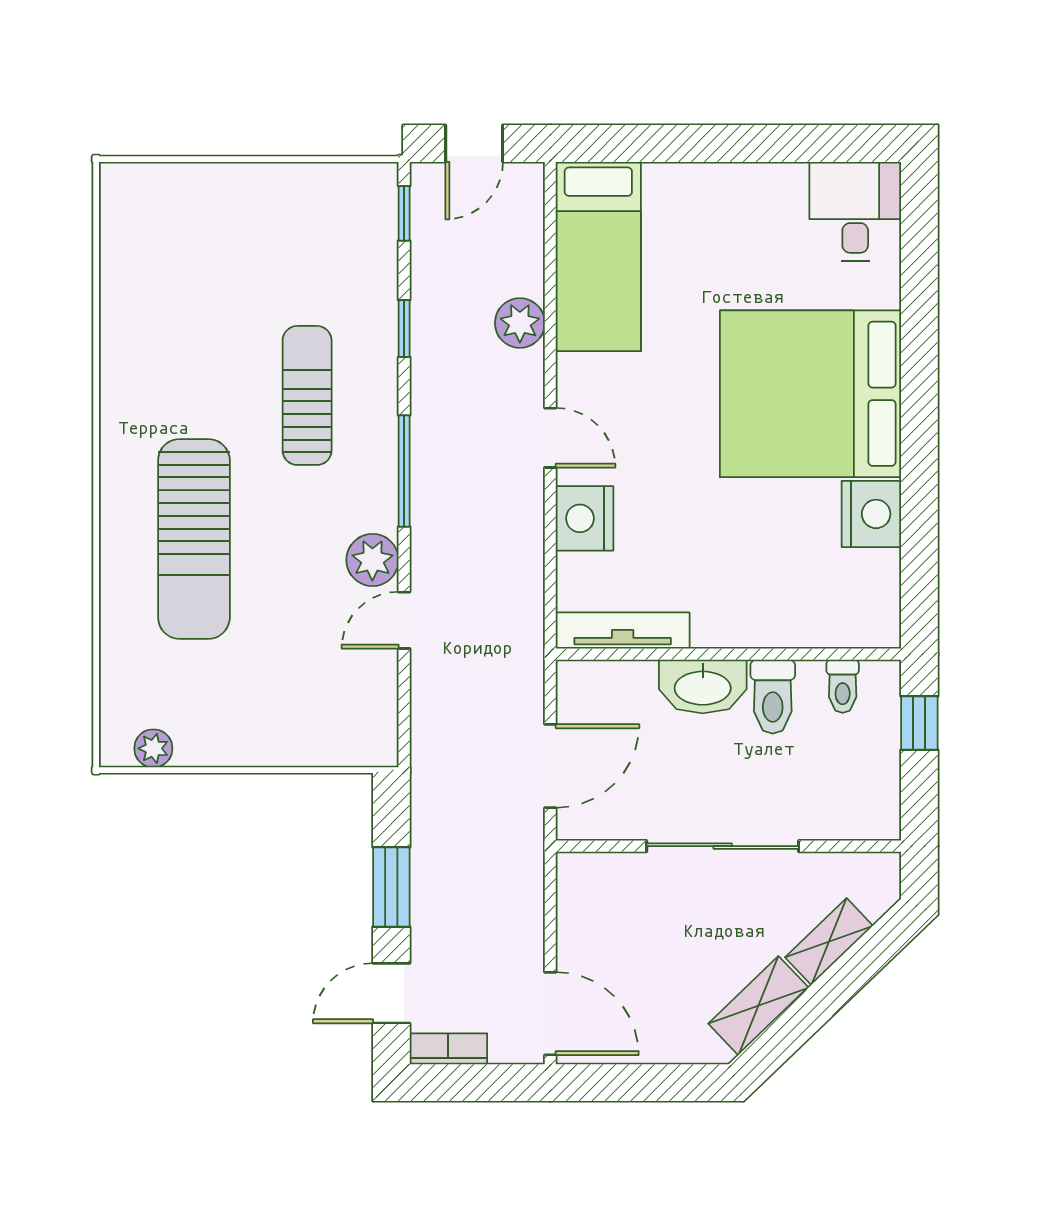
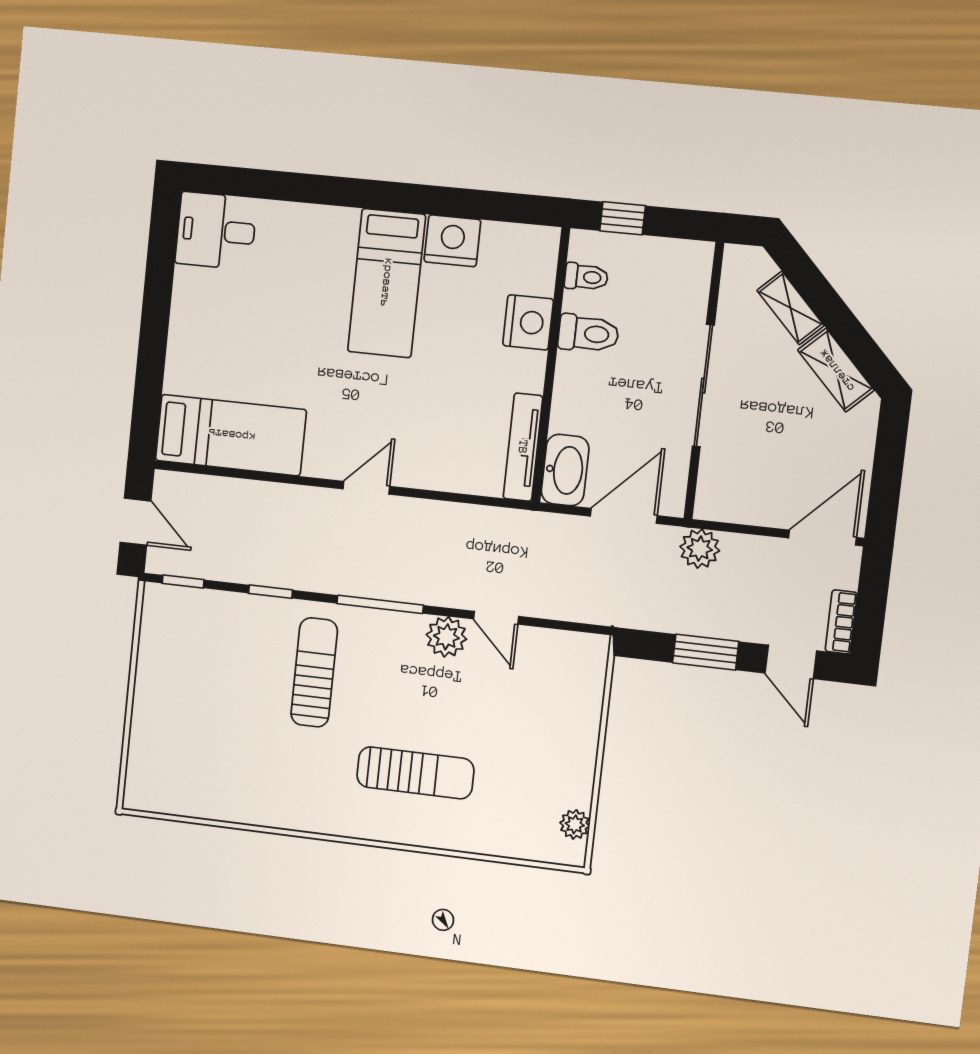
plant: (520, 323) -> (700, 549), moved
bed: (810, 394) -> (387, 283), width x0.49
sun lounger: (307, 395) -> (314, 672), turned 90
nightstand: (585, 518) -> (528, 322), moved, turned -90
sun lounger: (194, 539) -> (415, 773), width x0.73, depth x0.75
washbasin: (703, 687) -> (565, 470), moved
door: (550, 766) -> (624, 516), hinge flipped

